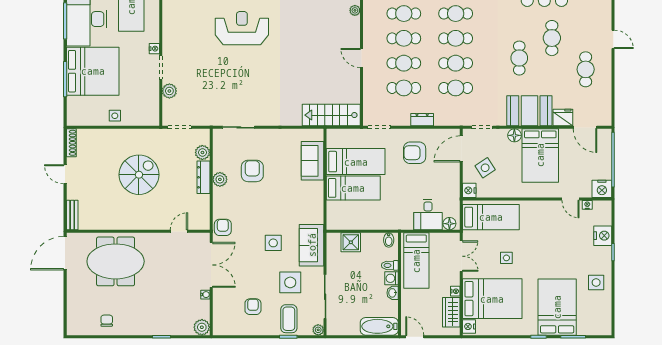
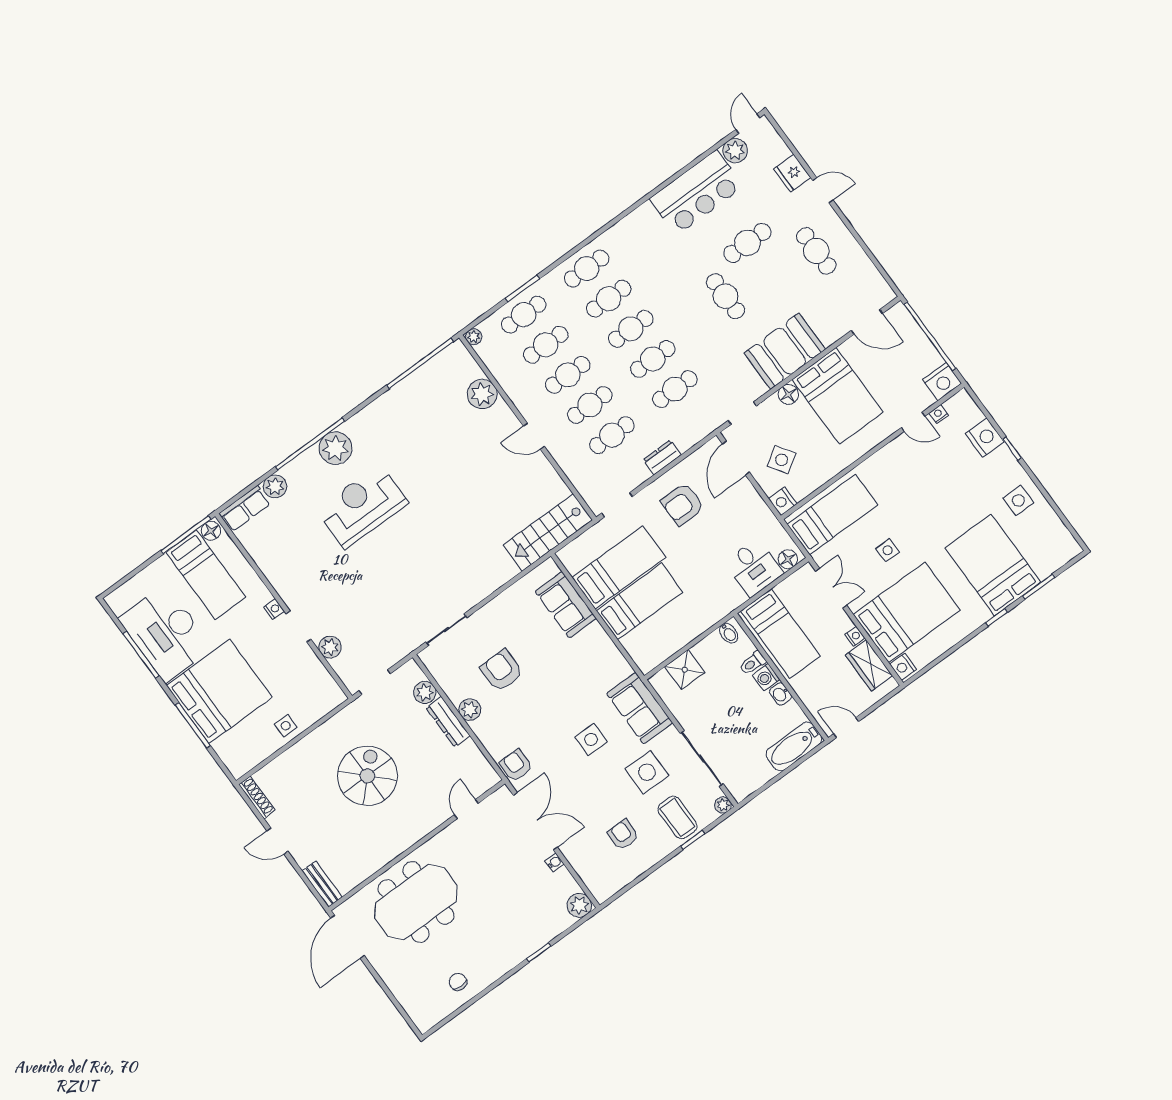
plant: (355, 10) -> (482, 394), width x1.88, depth x1.88
cafe table: (552, 38) -> (747, 243), turned 90
fridge: (563, 118) -> (792, 173), moved, turned -90

